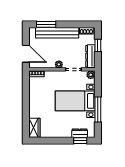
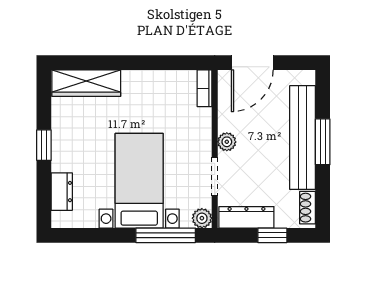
window: (46, 24) -> (323, 142), moved
window: (98, 109) -> (166, 235), moved
wardrobe: (34, 128) -> (86, 83), width x1.50
window: (80, 141) -> (44, 145), moved

